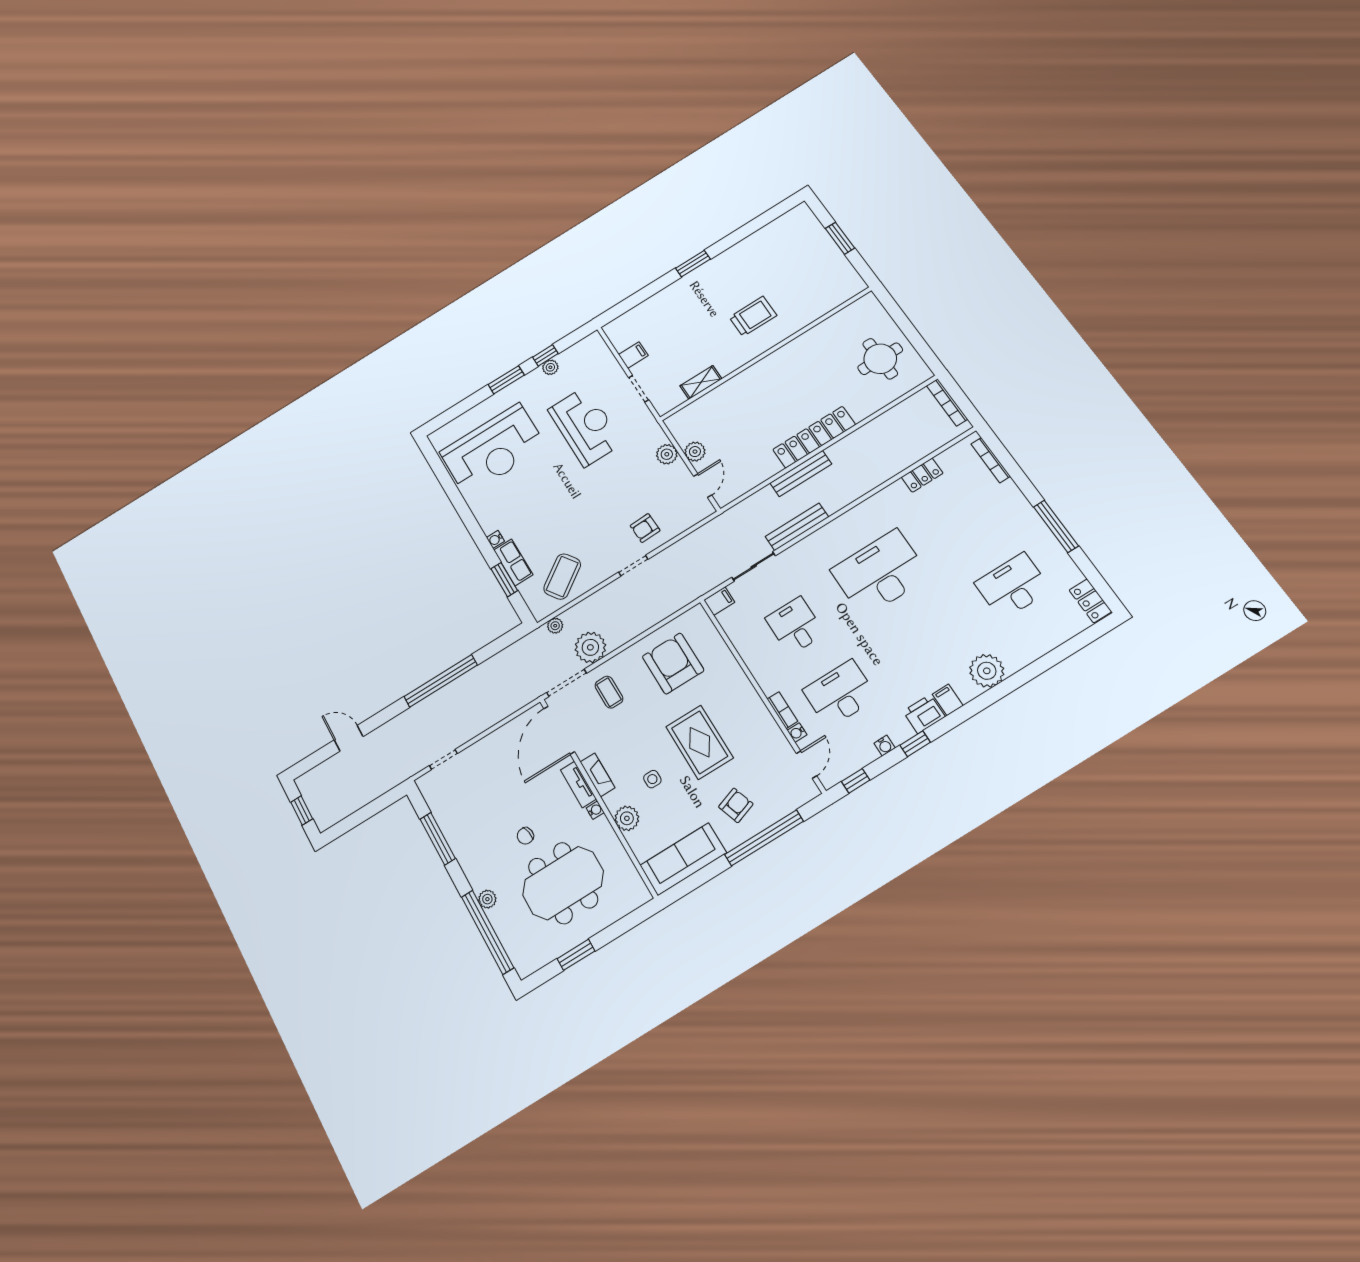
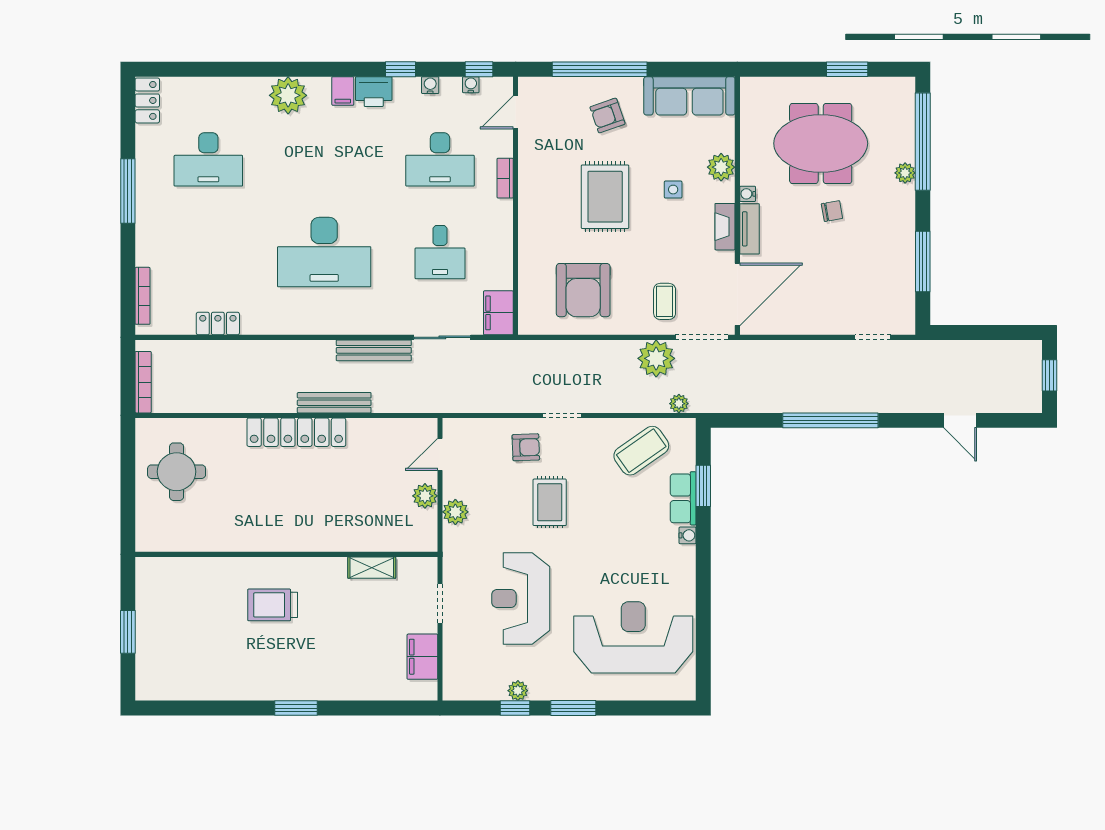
filing cabinet: (633, 355) -> (422, 657), width x2.00
rug: (605, 502) -> (550, 502), added
filing cabinet: (719, 601) -> (498, 313), width x2.00
water cooler: (797, 733) -> (471, 85), moved, turned -90

